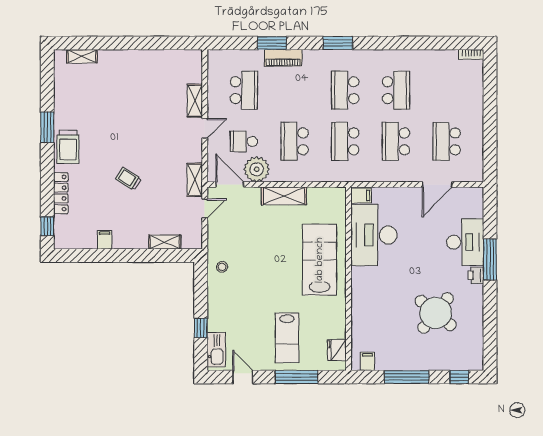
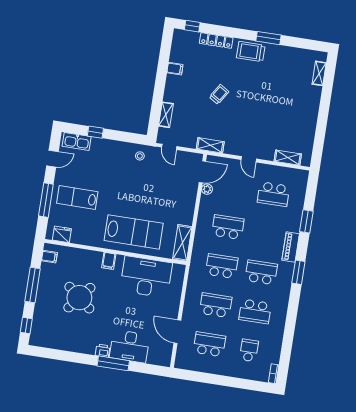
piano: (283, 58) -> (291, 247), moved
shelving: (195, 101) -> (288, 158), moved
school desk: (244, 141) -> (249, 350), moved
plant: (257, 169) -> (207, 189), width x0.53, depth x0.53
filing cabinet: (361, 195) -> (109, 261), moved
shelving: (284, 196) -> (182, 243), moved
door: (205, 208) -> (169, 147), moved
round table: (436, 313) -> (79, 298), moved

